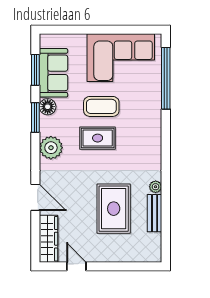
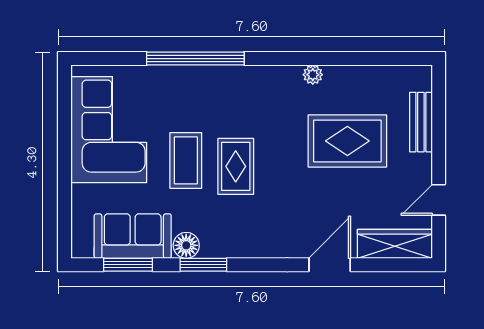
window: (166, 78) -> (195, 59), moved
plant: (51, 148) -> (251, 240), removed
bench: (155, 213) -> (421, 122), moved, turned 90

